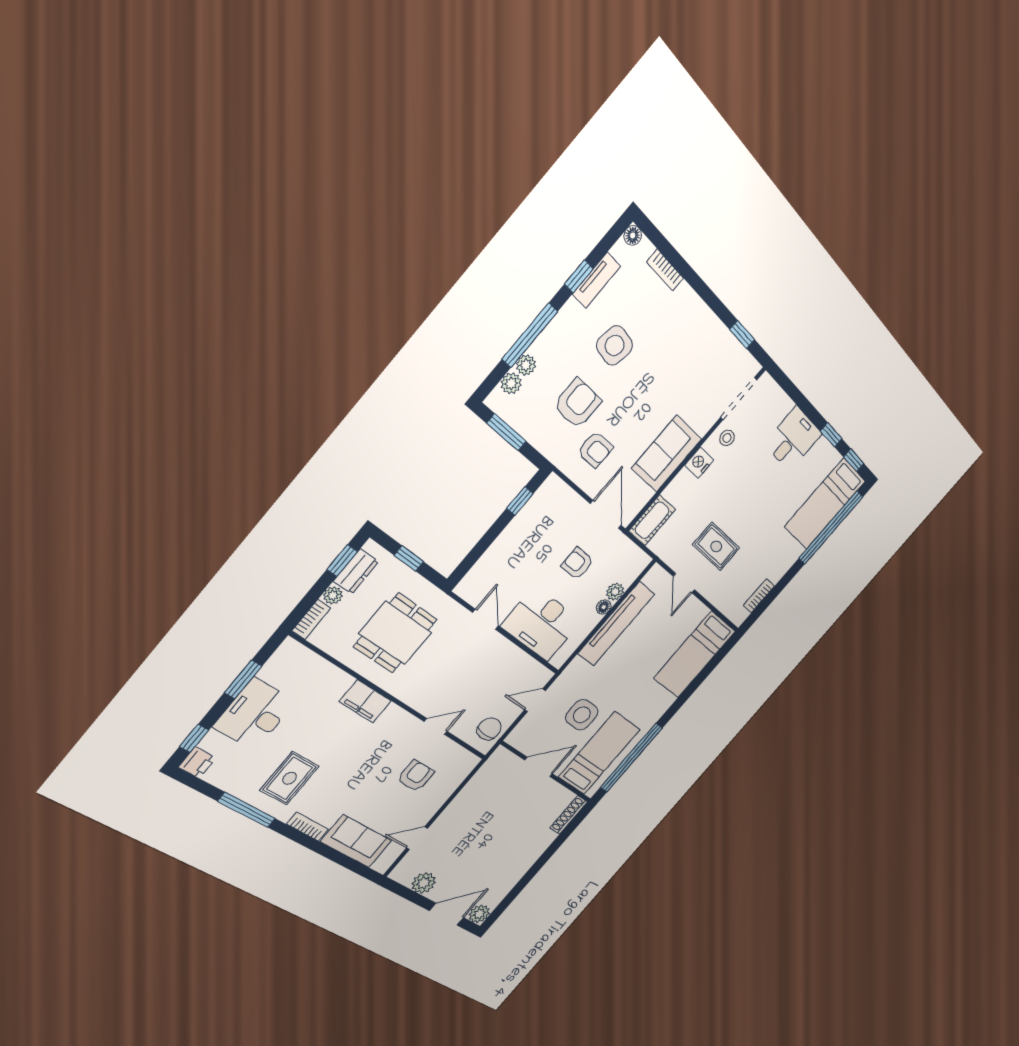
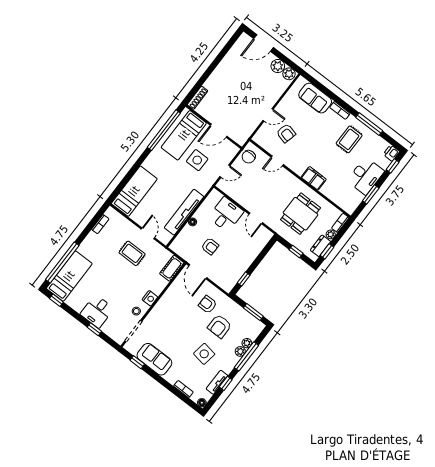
plant: (511, 383) -> (240, 351), moved
window: (831, 435) -> (94, 329), moved
sofa: (667, 454) -> (154, 359), moved, turned -90
plant: (615, 592) -> (187, 230), removed
desk: (541, 624) -> (226, 214), width x0.73
armchair: (416, 776) -> (286, 133), turned -76
door: (417, 838) -> (268, 115), moved
plant: (479, 914) -> (289, 74), moved

